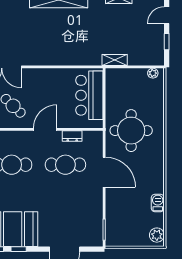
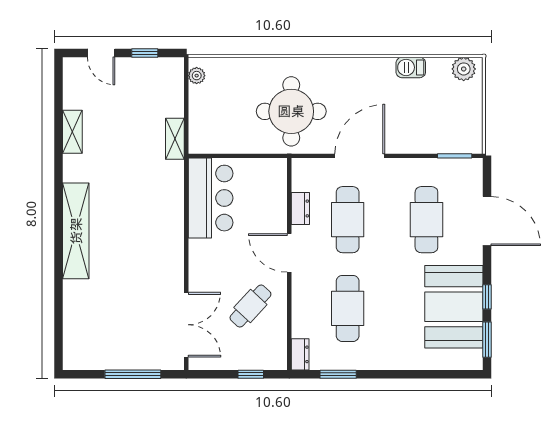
bar counter: (89, 95) -> (211, 198), moved, turned -90
cafe table: (65, 213) -> (426, 220), added

